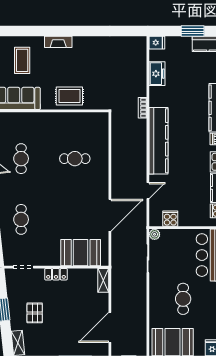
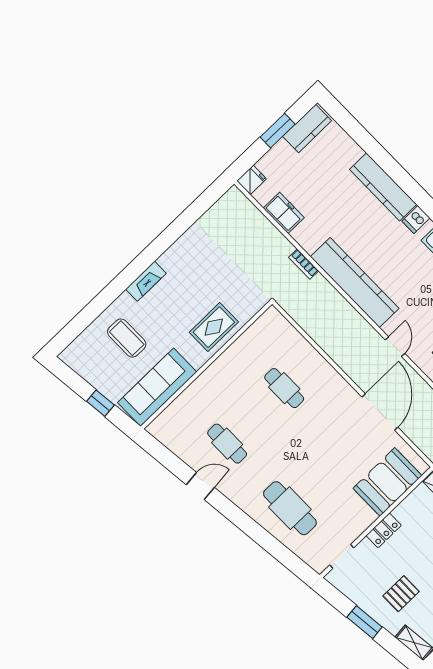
cafe table: (75, 159) -> (284, 388), turned 90
cafe table: (21, 219) -> (290, 508), width x1.37, depth x1.35
pallet: (35, 313) -> (401, 594), turned 90

